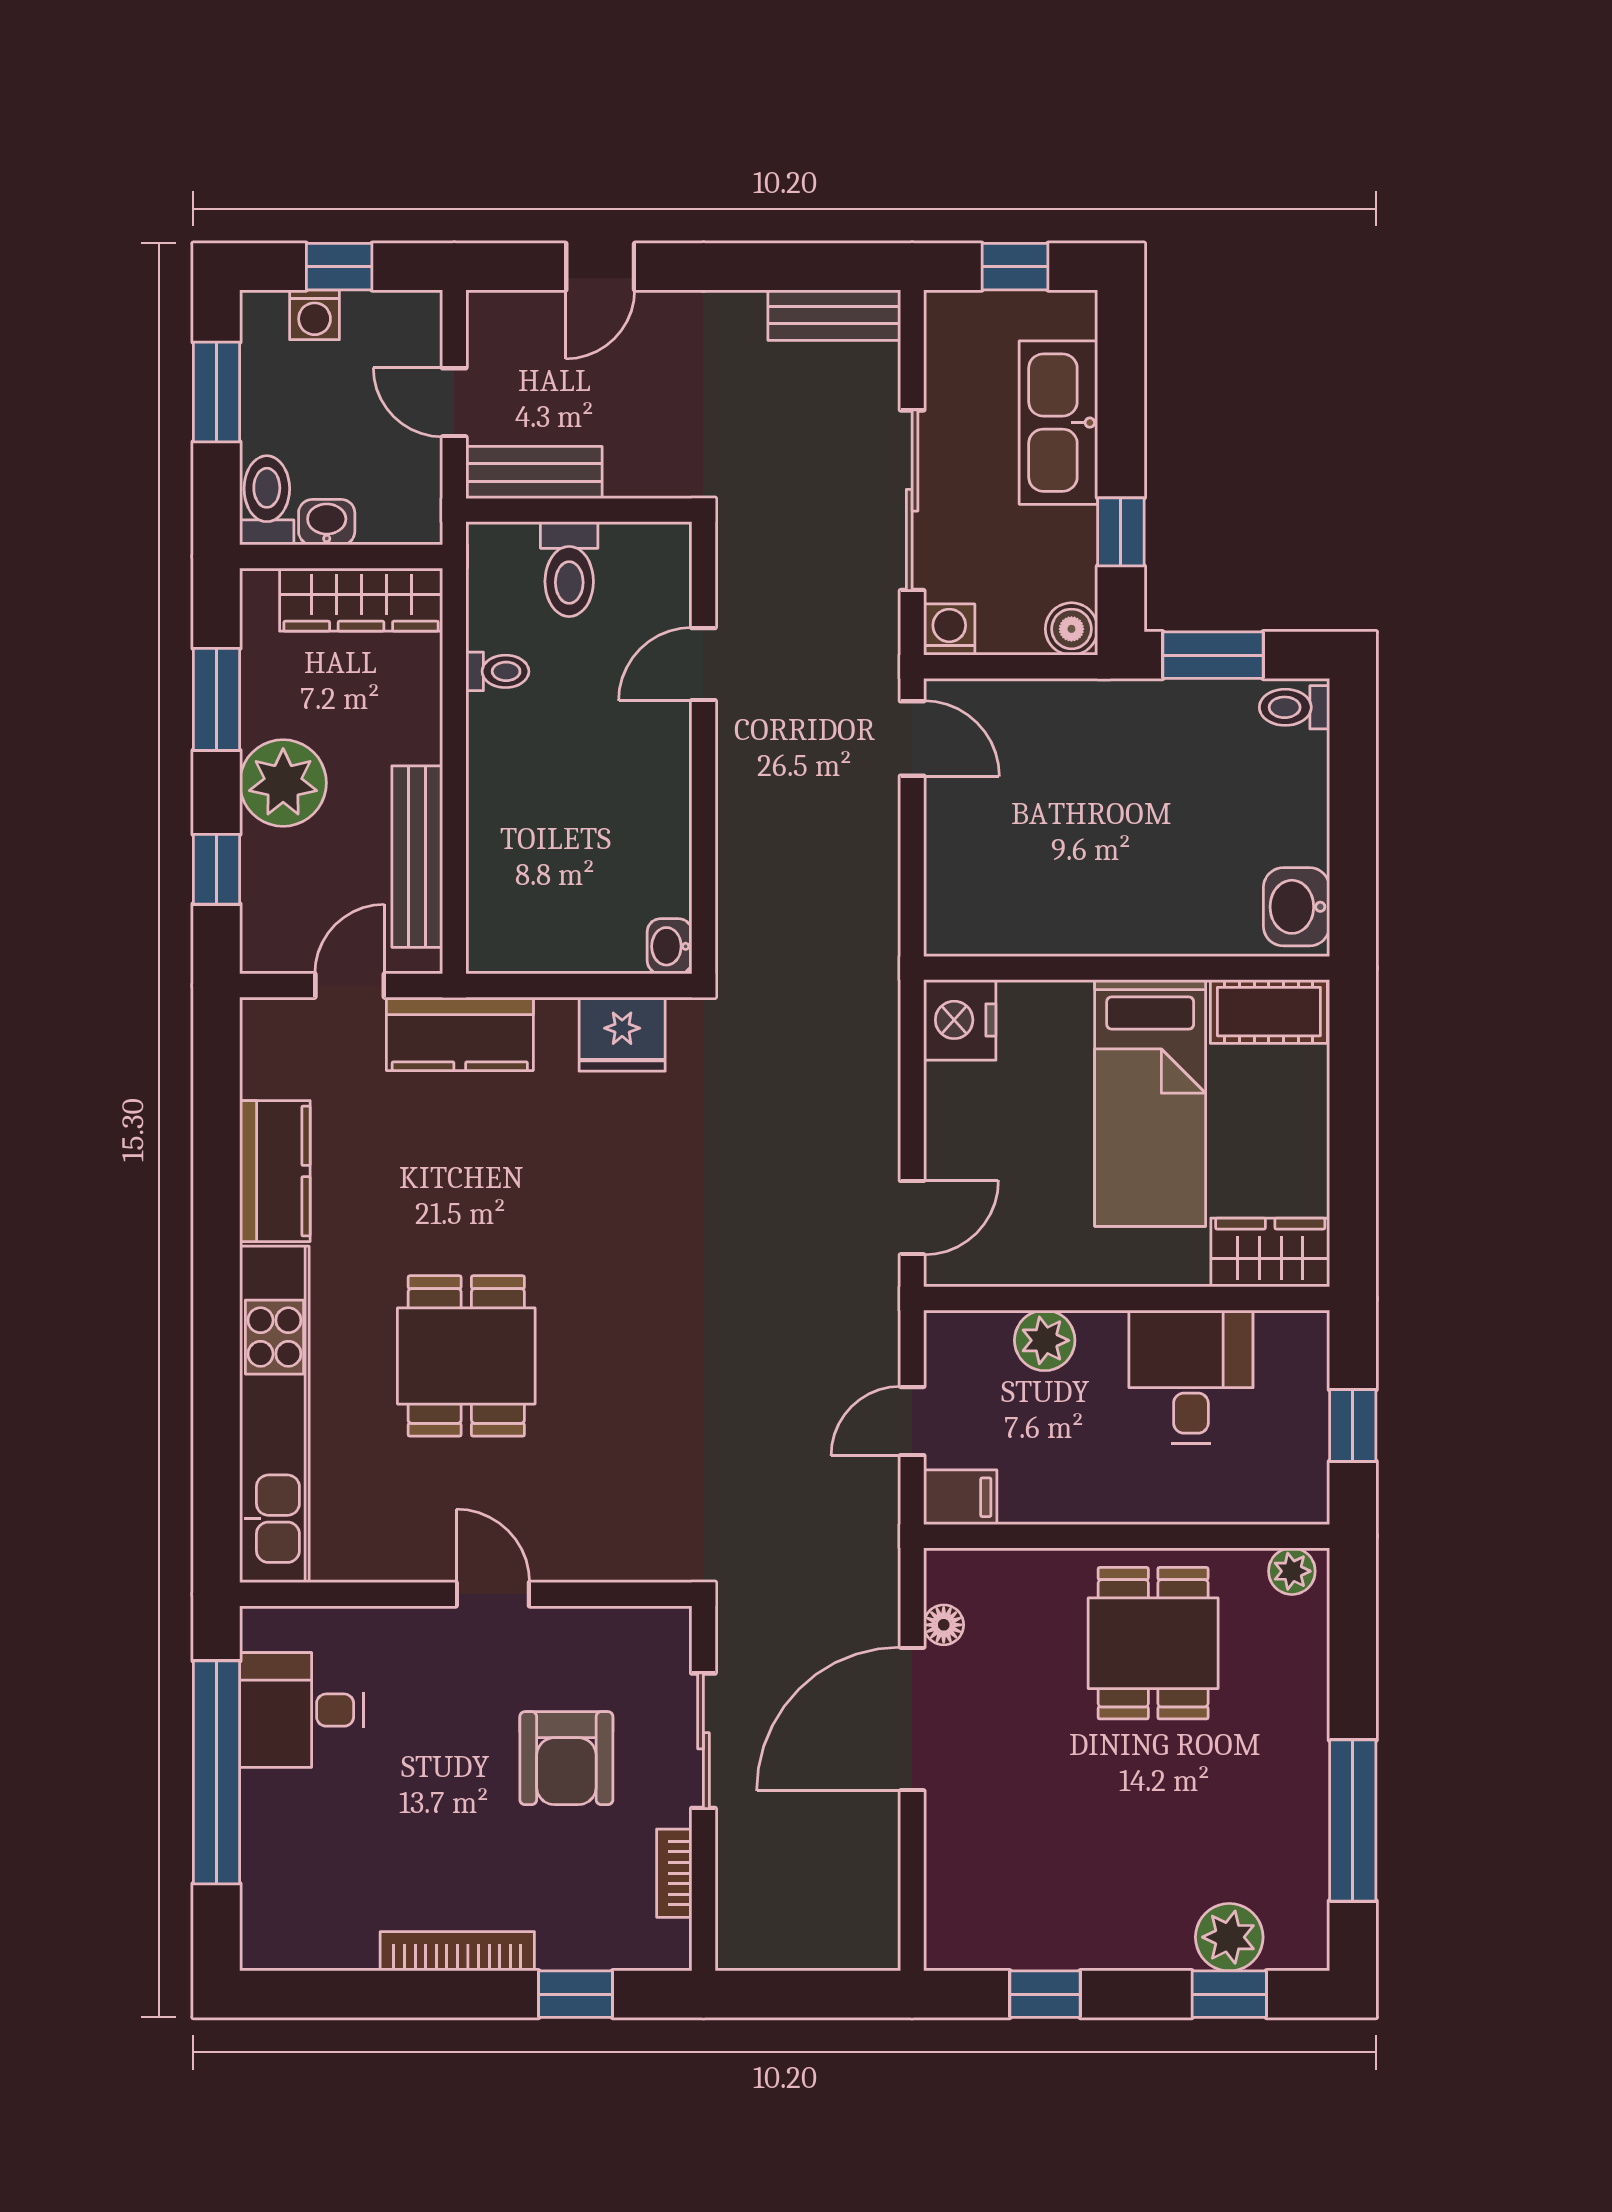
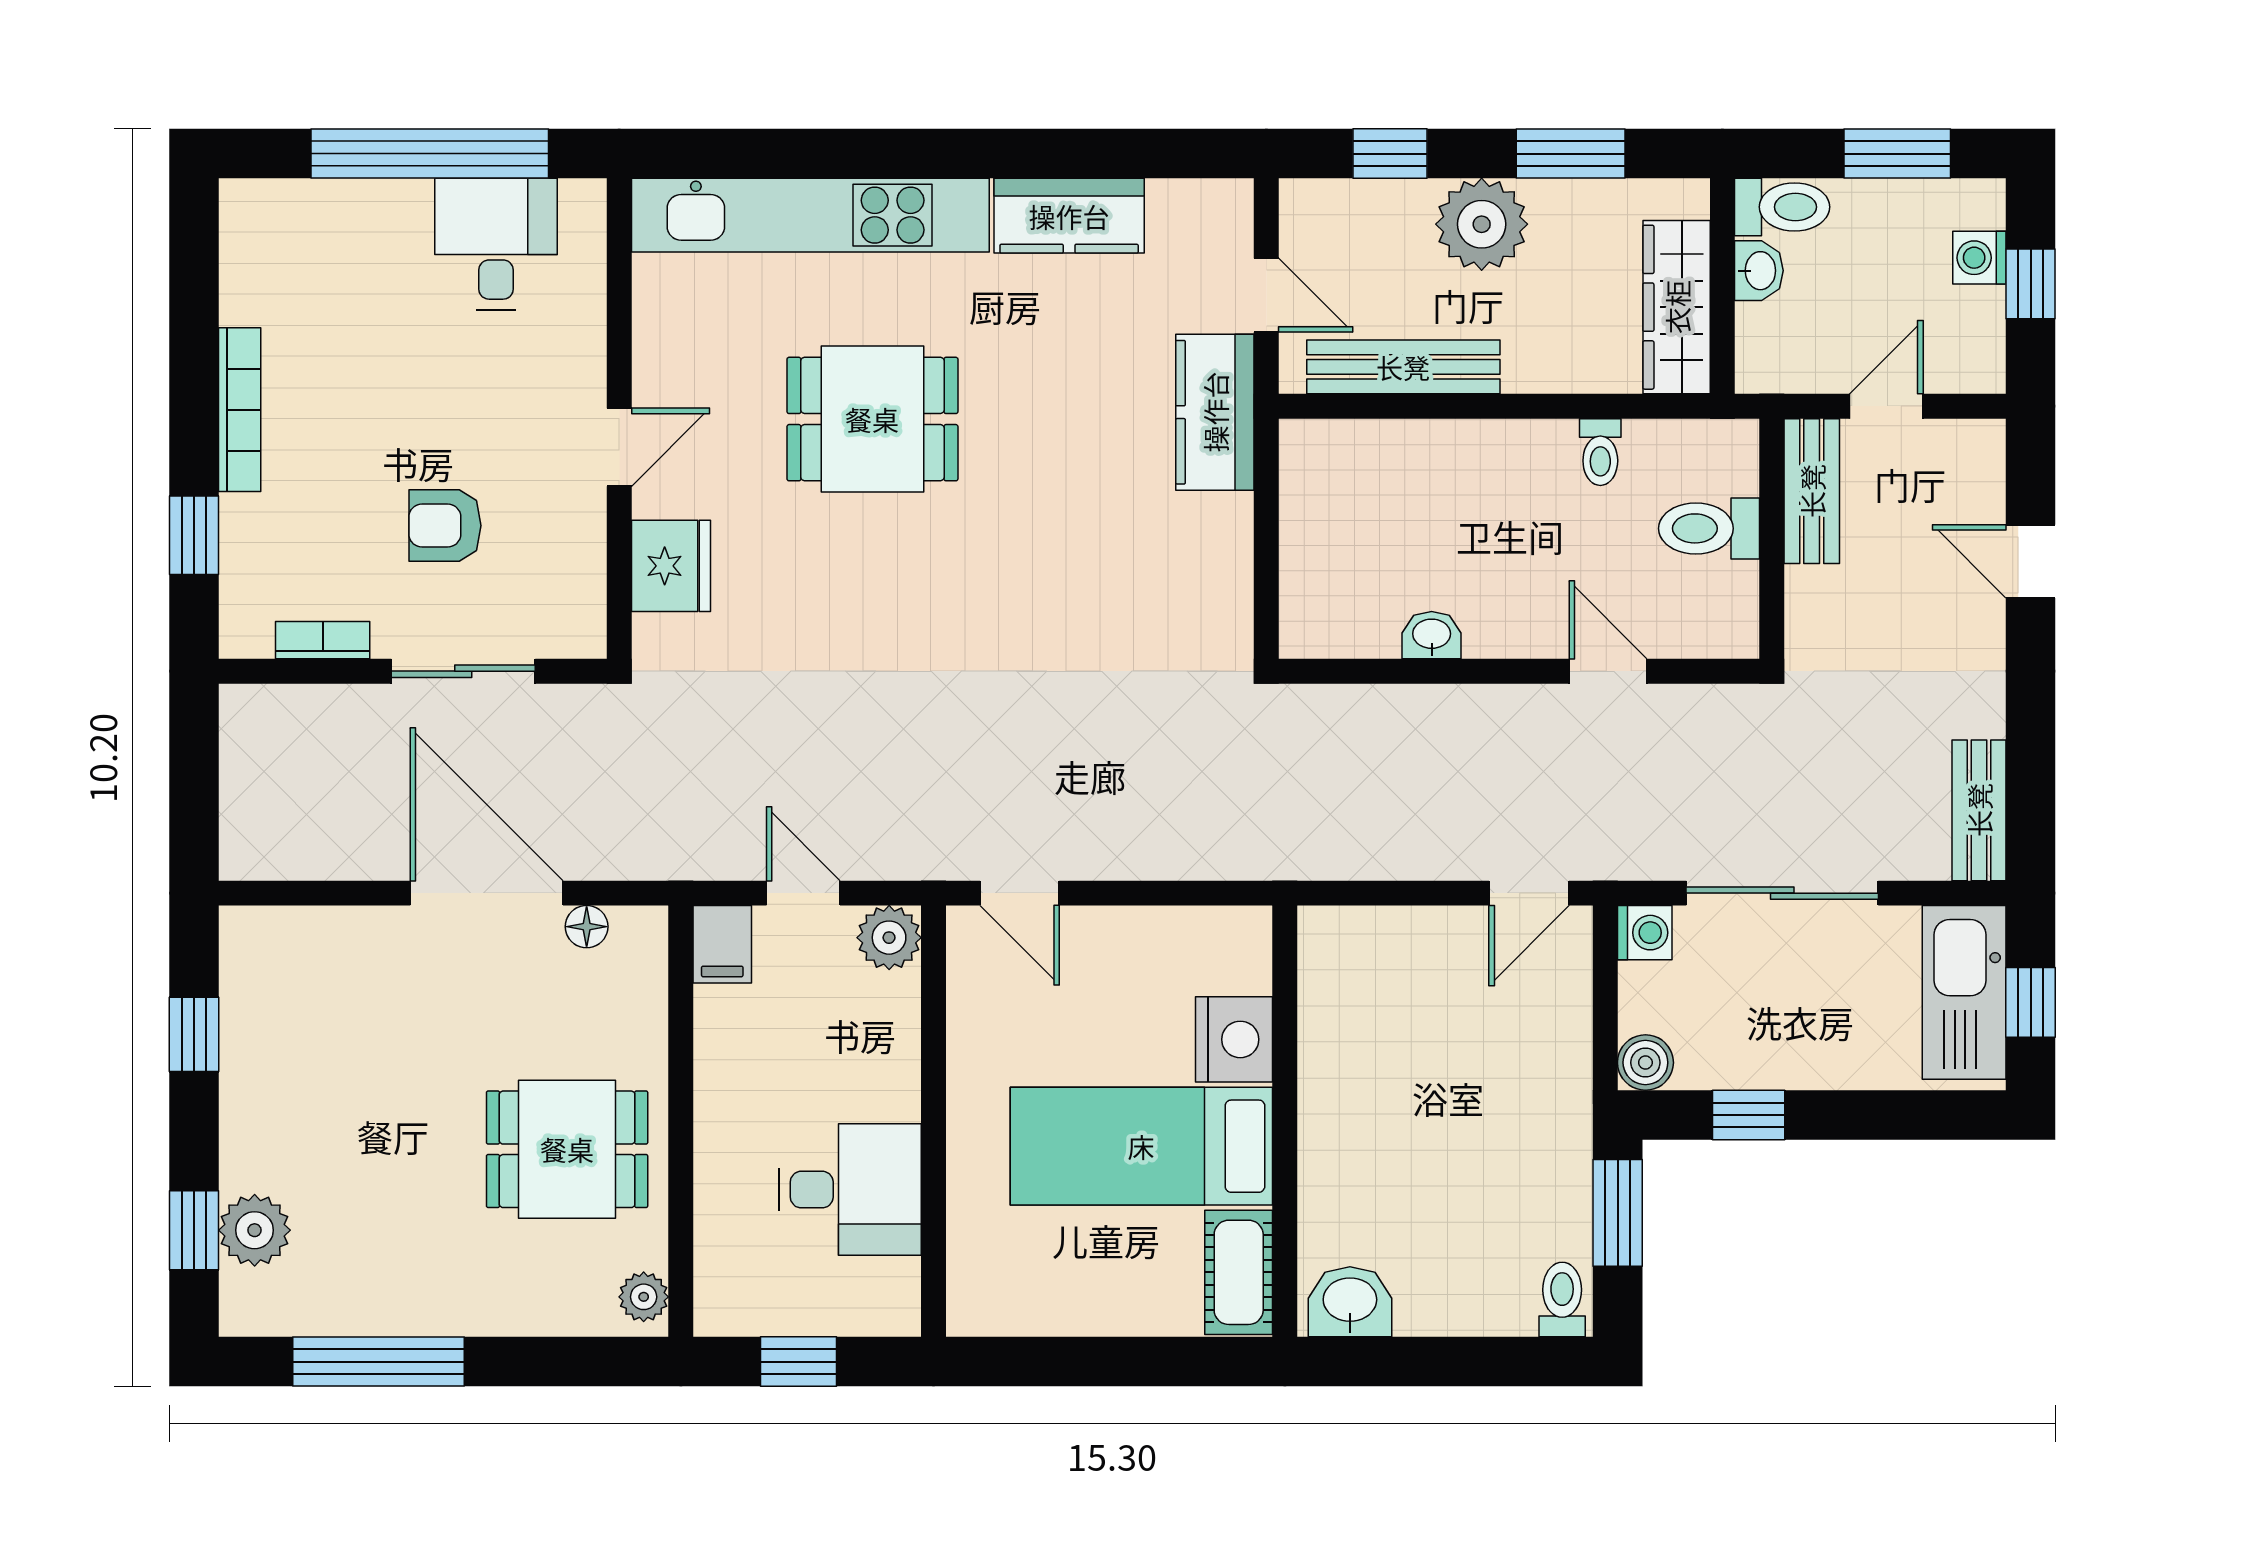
kitchen sink: (1058, 423) -> (1964, 992), moved, turned -90
washbasin: (670, 946) -> (1432, 635), moved
nightstand: (960, 1020) -> (1234, 1039), moved, turned 90
fridge: (622, 1034) -> (671, 566), moved, turned 180
wardrobe: (1270, 1253) -> (982, 1274), removed
plant: (1045, 1340) -> (889, 938), moved
armchair: (566, 1758) -> (445, 526), width x0.72, depth x0.72

